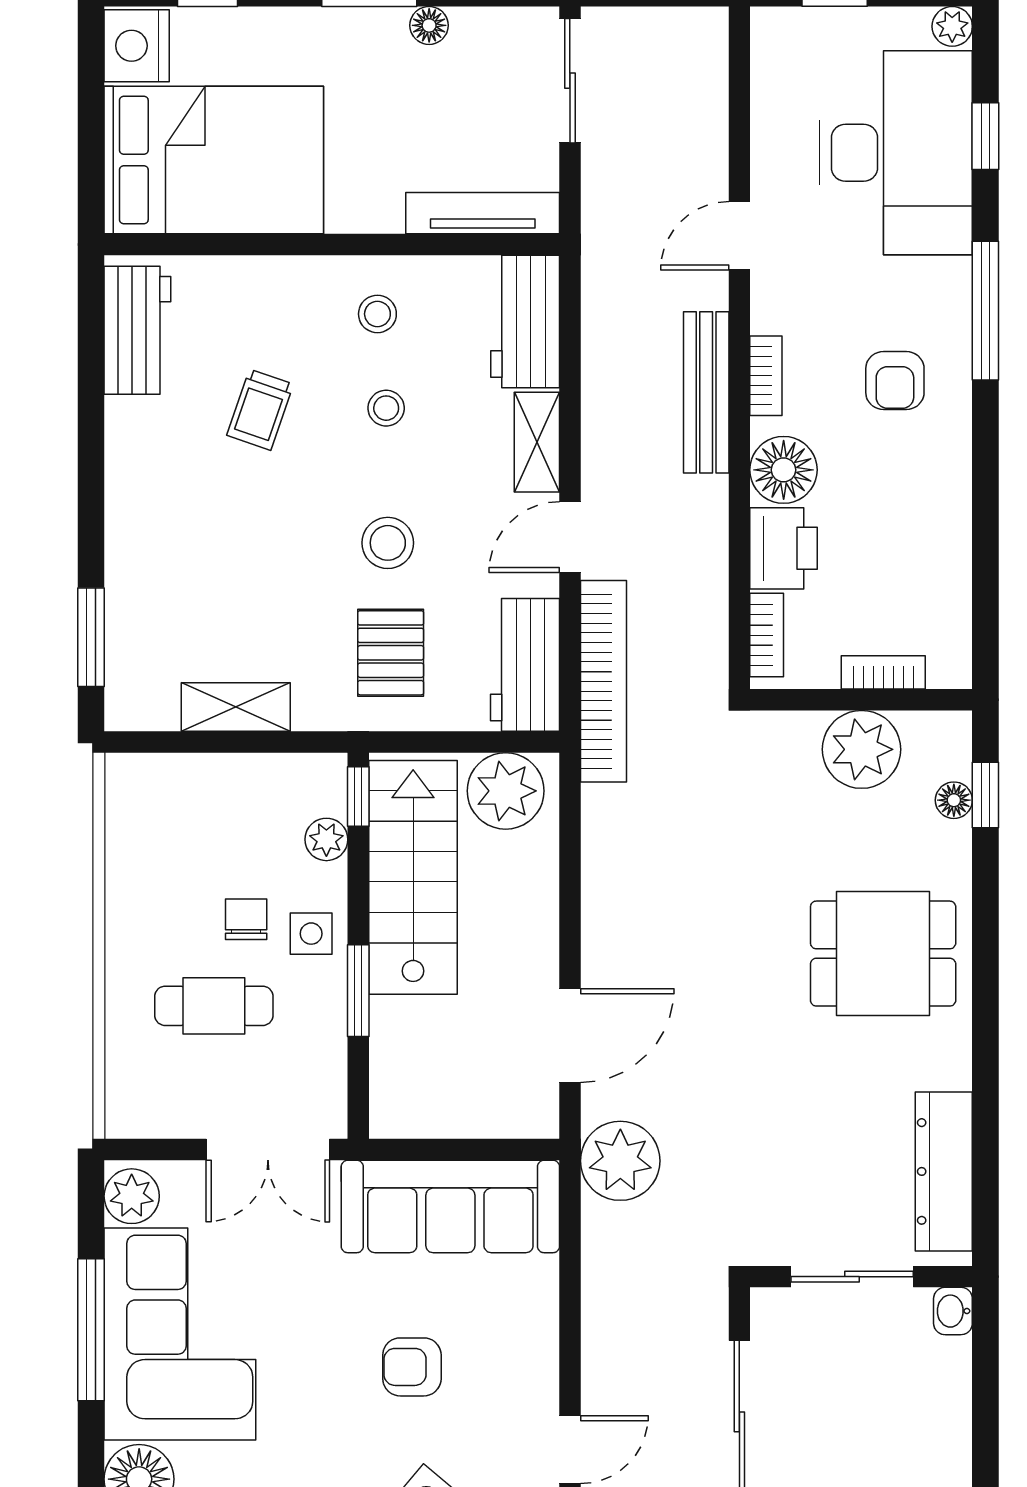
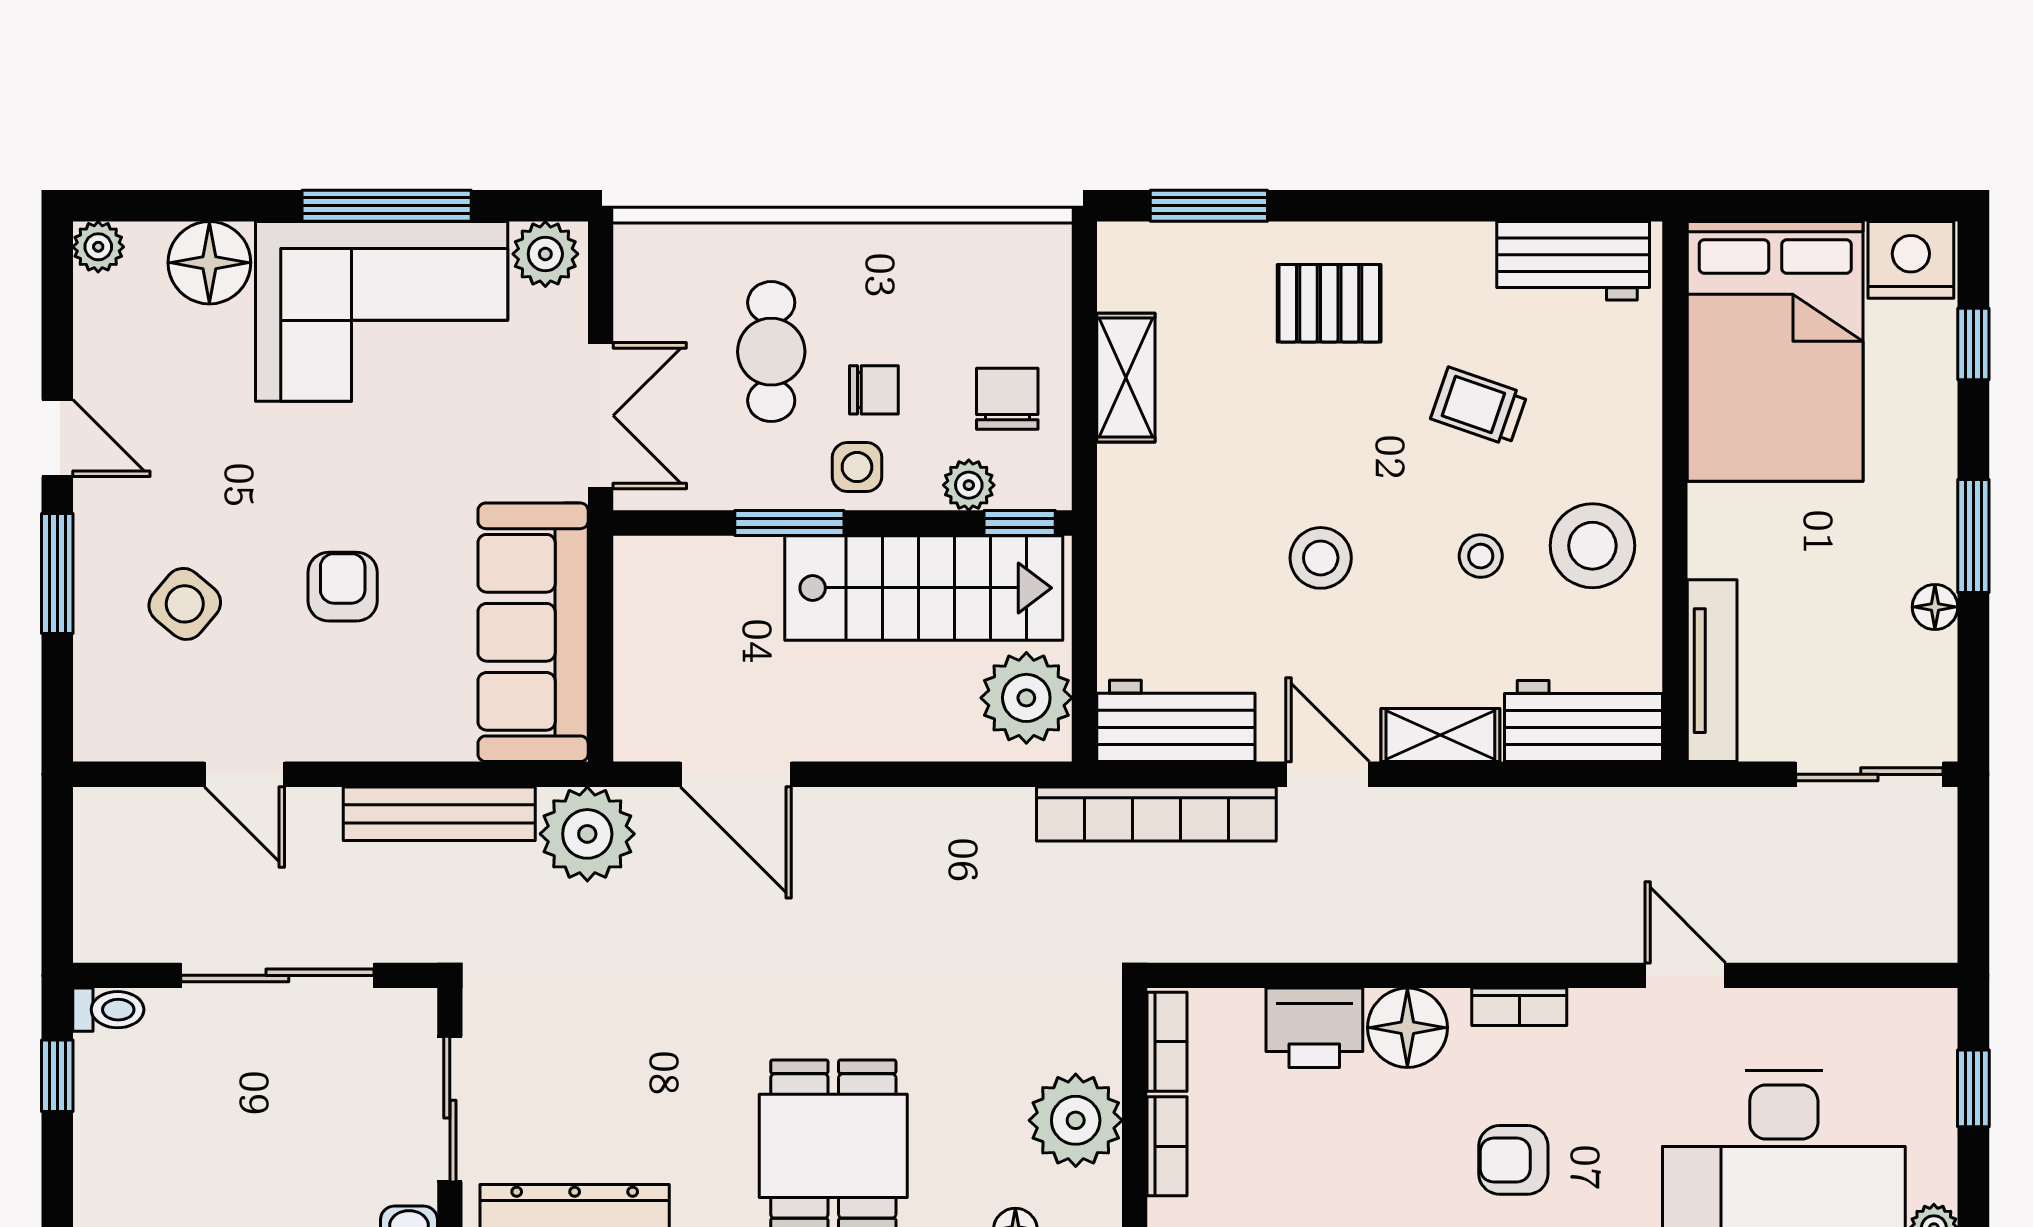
stool: (377, 314) -> (1592, 546), width x1.89, depth x1.89
bench: (706, 392) -> (439, 814), moved
bookcase: (767, 635) -> (1167, 1042), moved, turned -90
pallet: (391, 653) -> (1329, 303), moved
chair: (254, 807) -> (1007, 399), added
double door: (268, 1150) -> (601, 416), swing flipped

